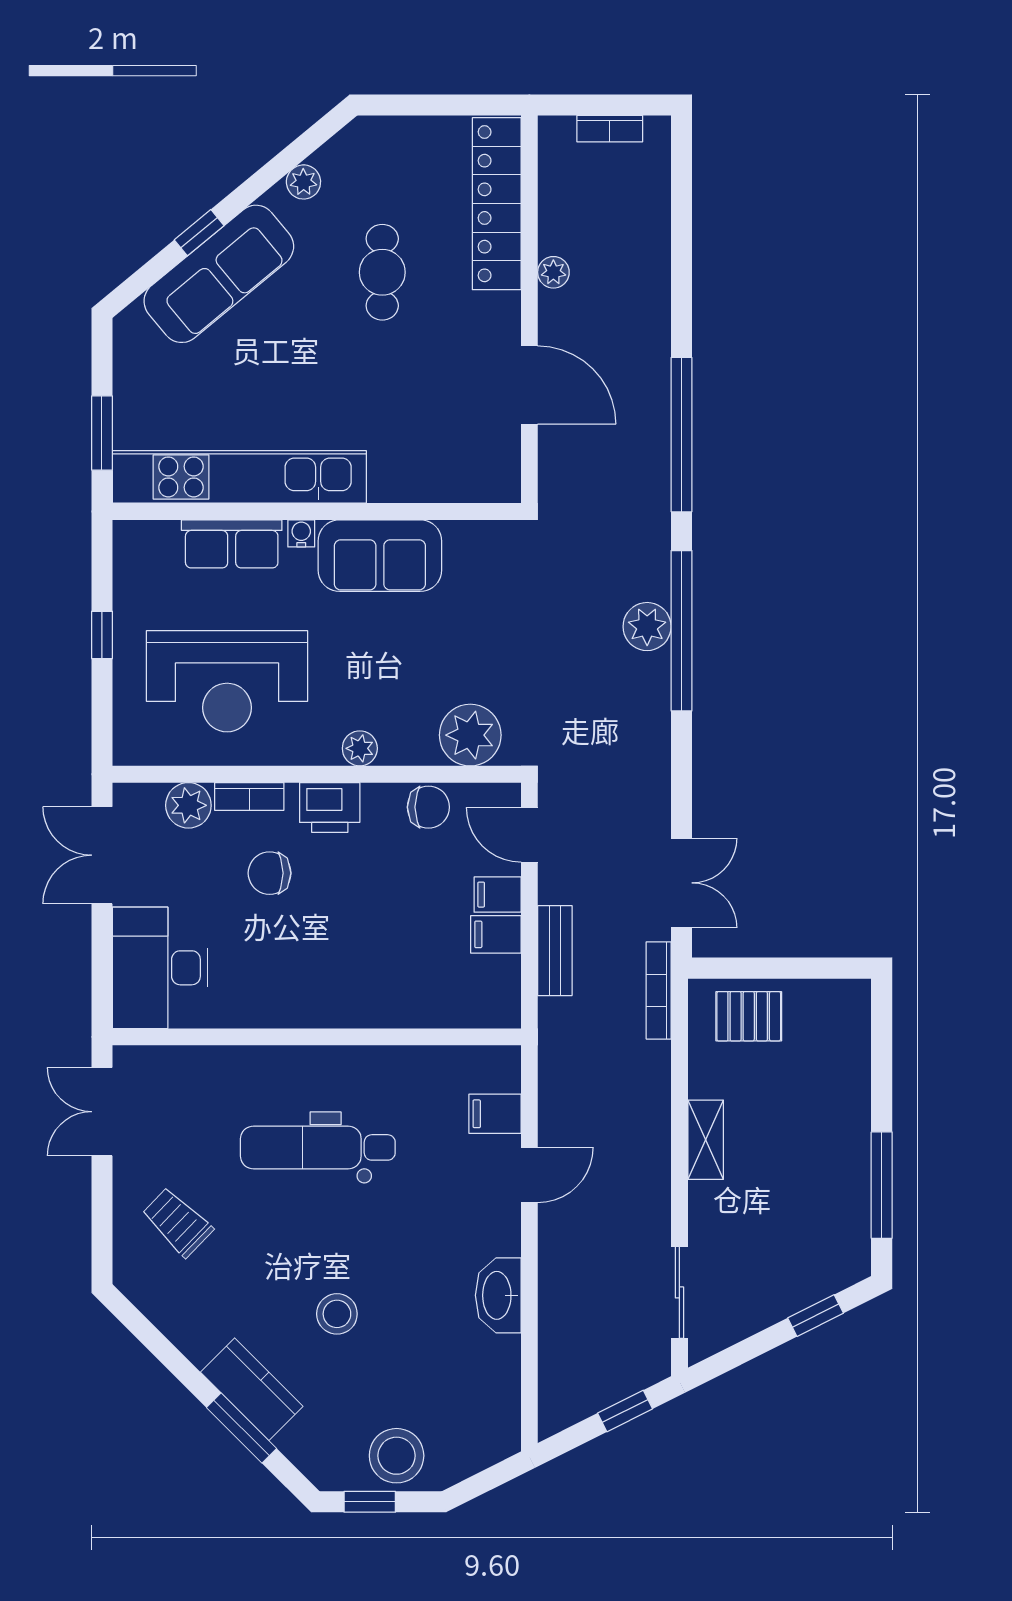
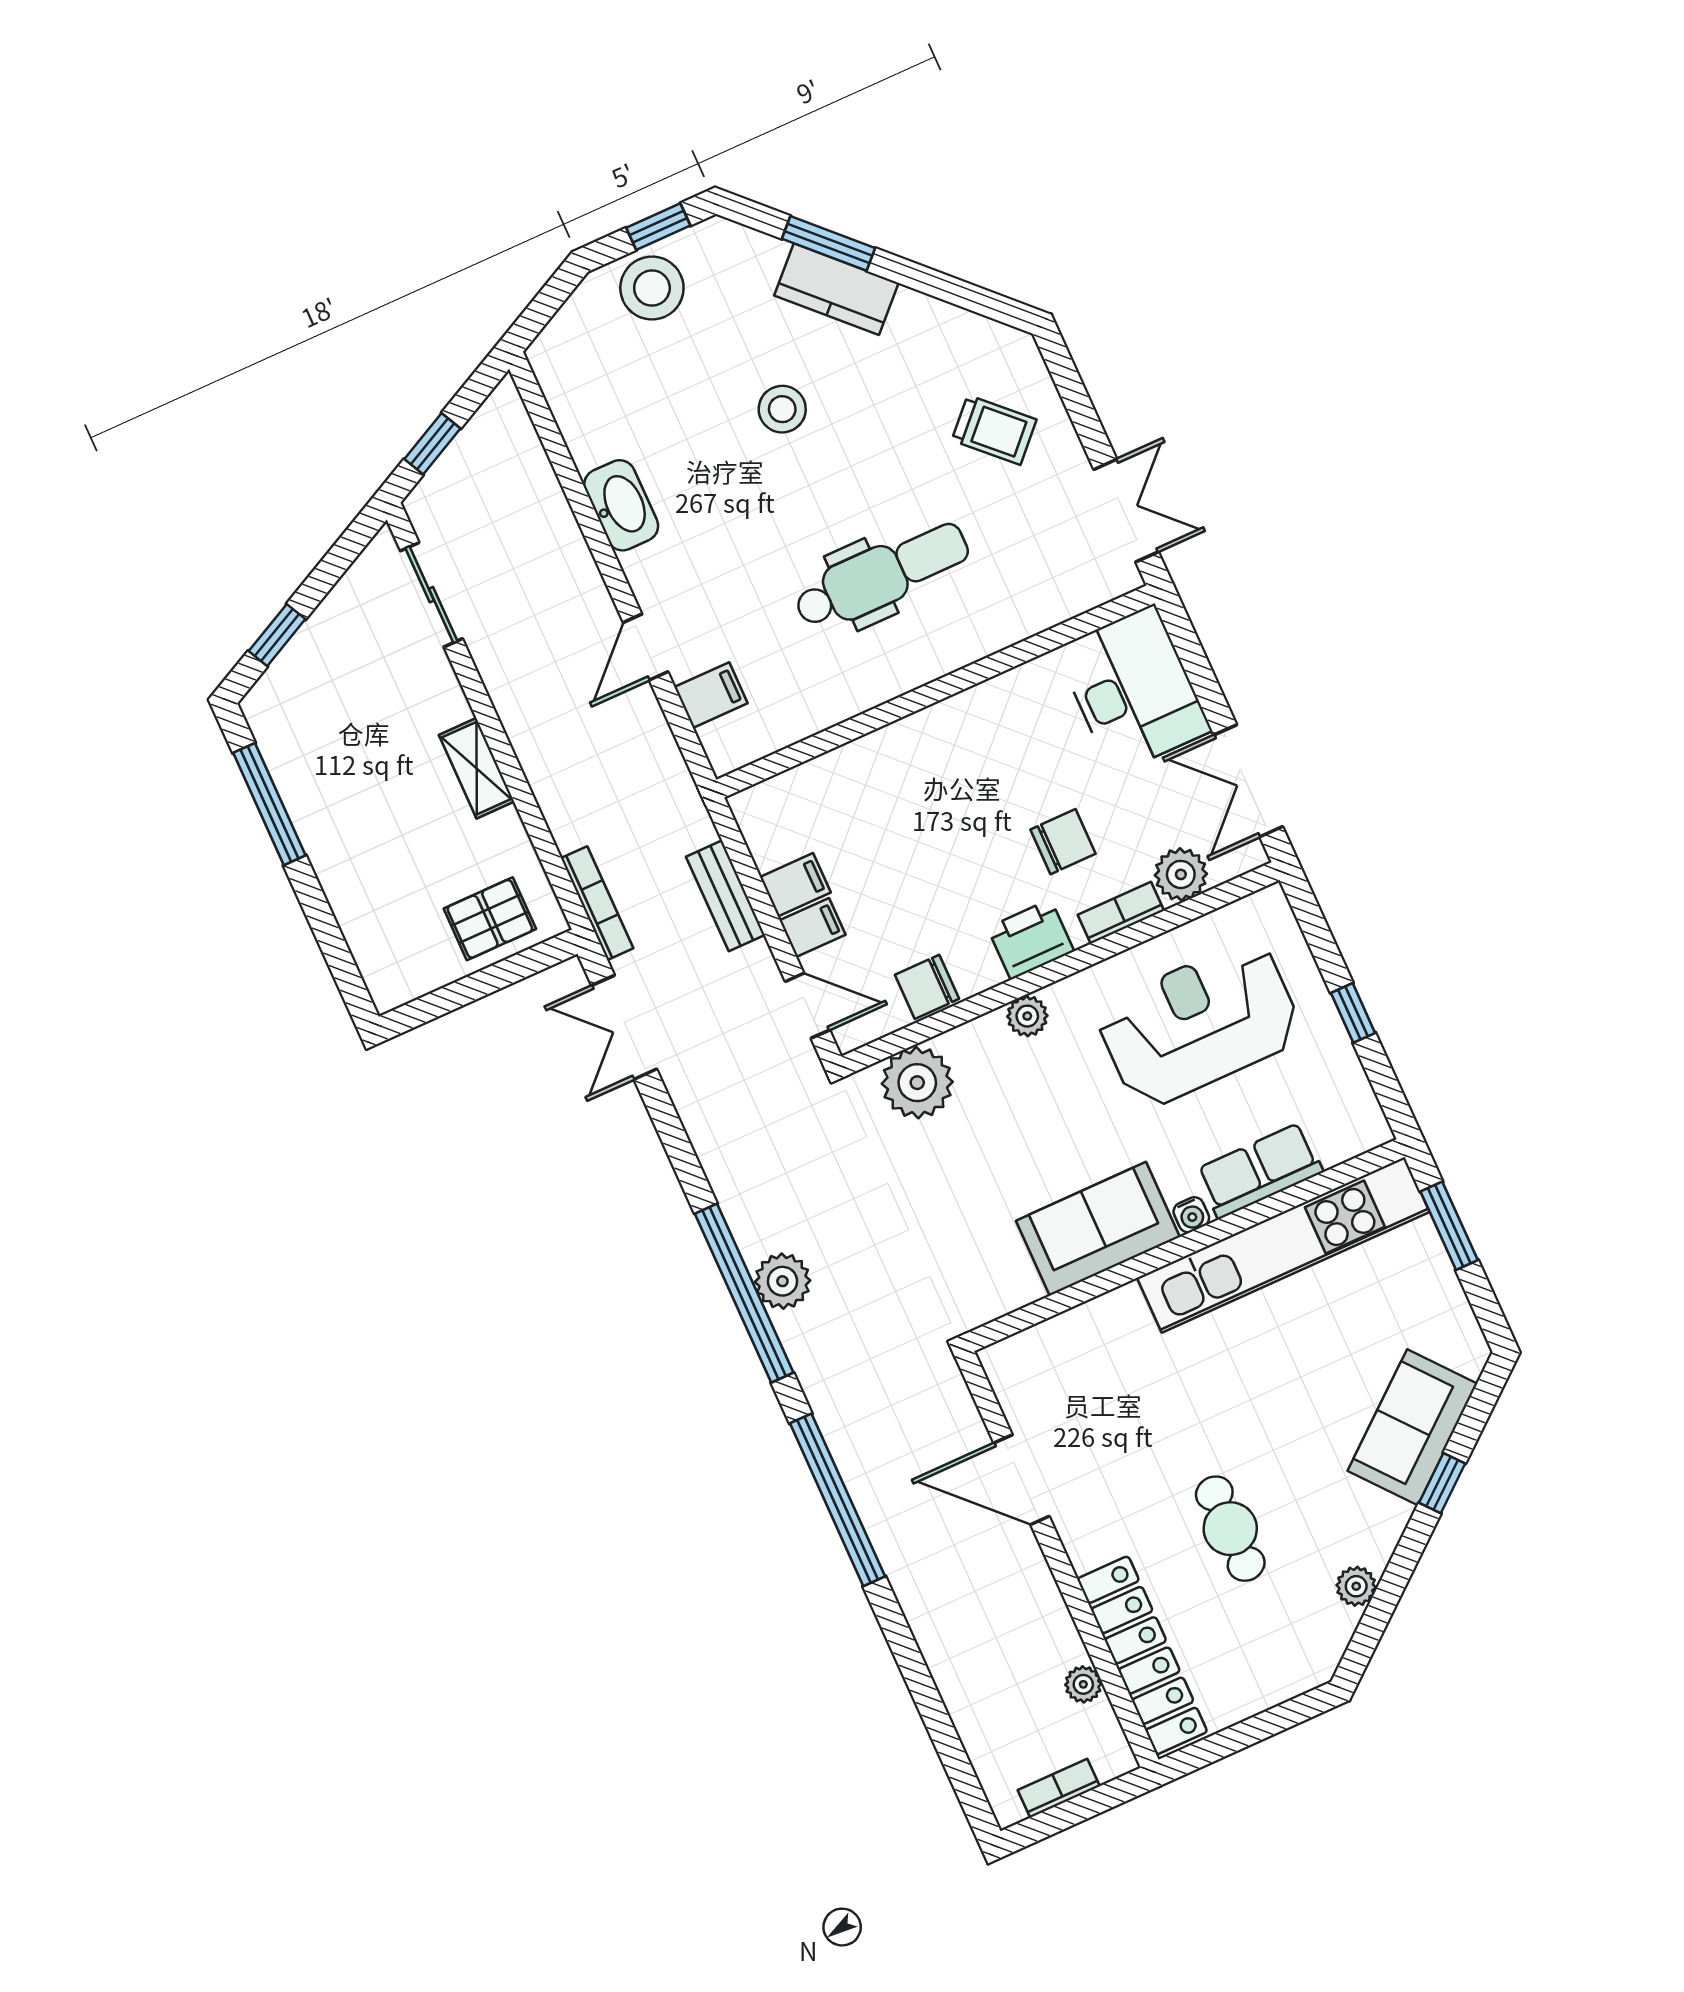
plant: (553, 272) -> (1083, 1684), moved
sofa: (219, 274) -> (1412, 1427), width x0.73
double door: (102, 855) -> (1248, 781), swing flipped

